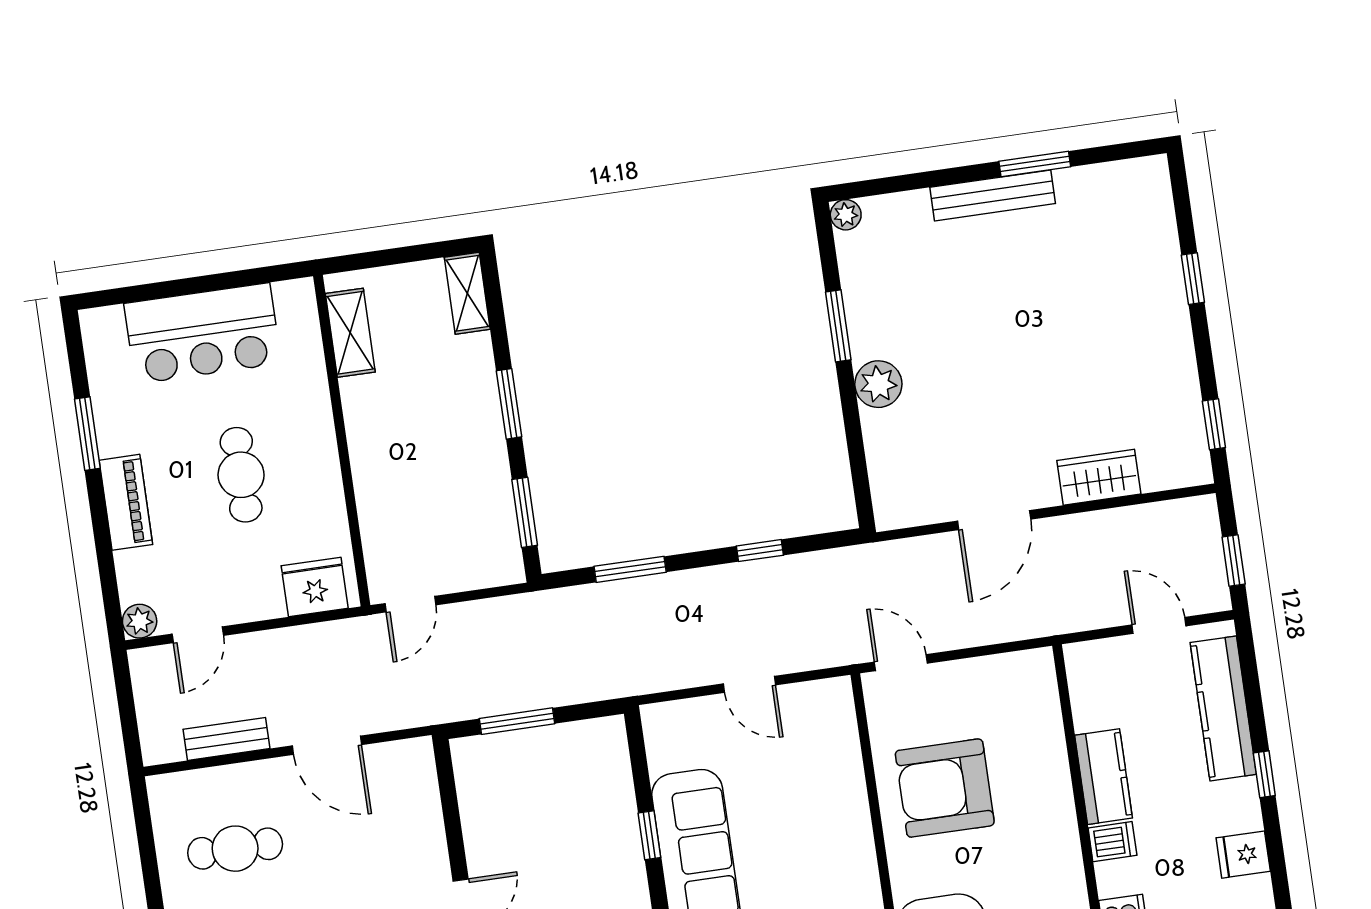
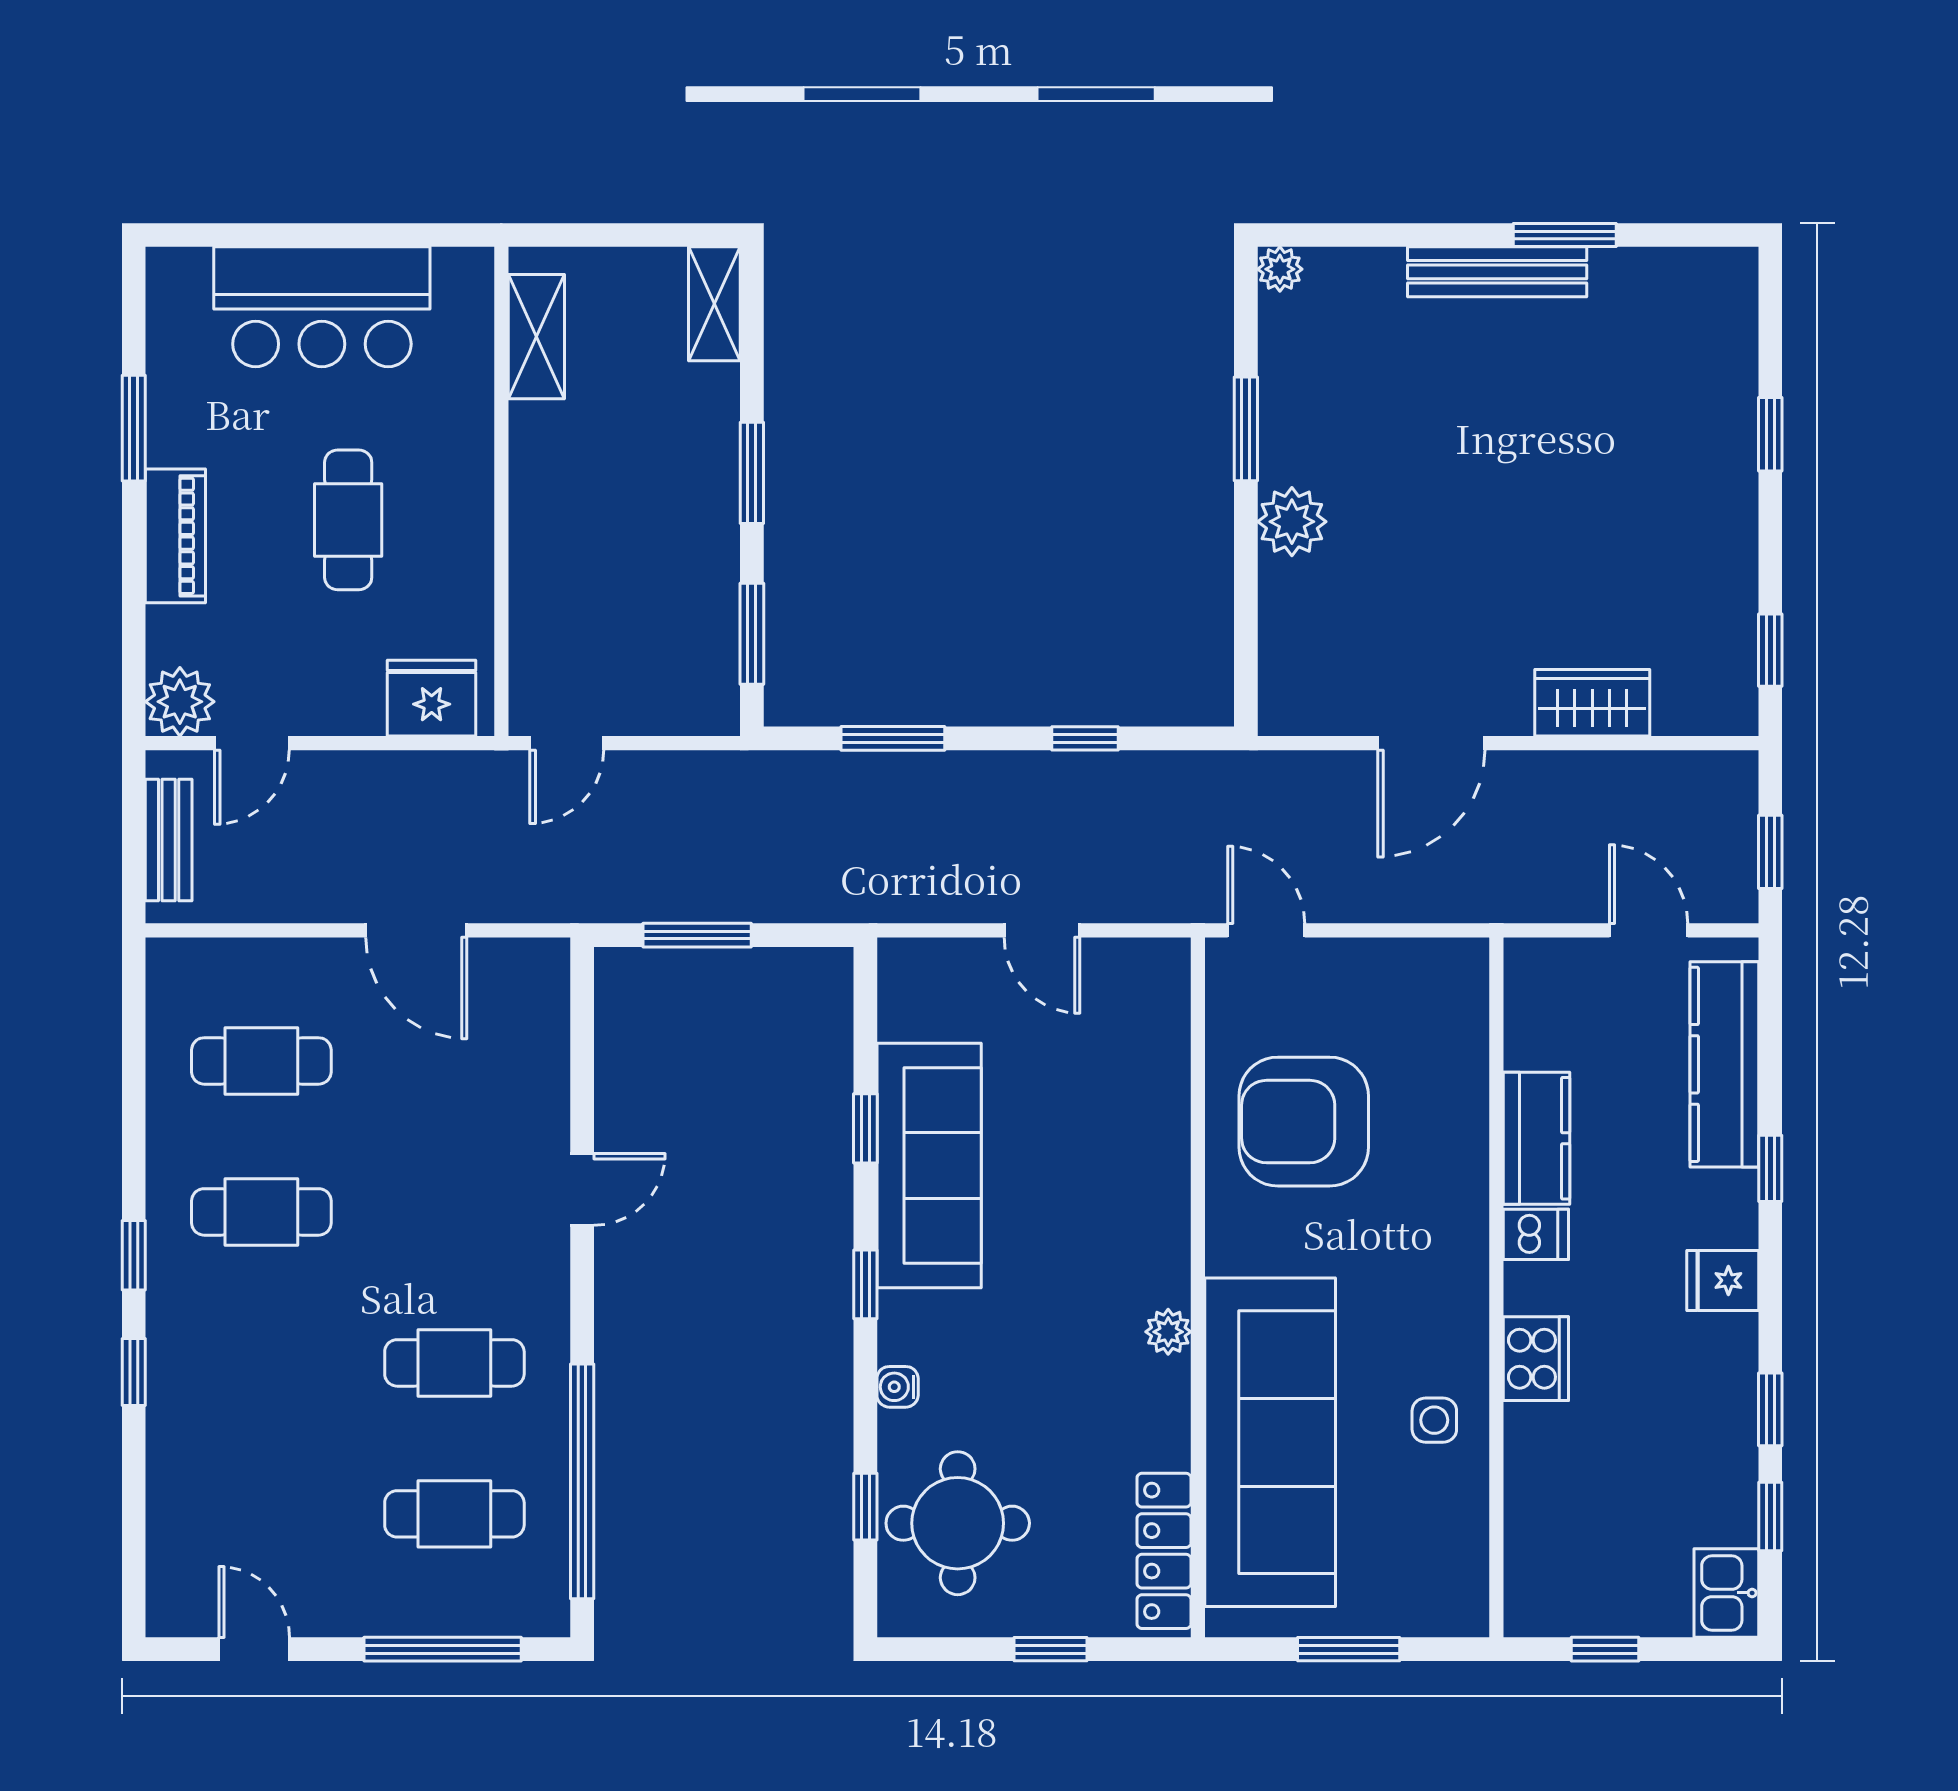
plant: (140, 621) -> (180, 702), width x1.38, depth x1.38
bench: (226, 739) -> (169, 840), moved, turned 90

